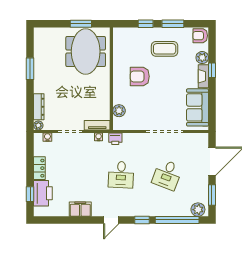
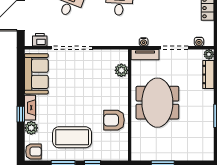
coffee table: (165, 49) -> (72, 137), width x1.36, depth x1.32
meeting table: (86, 51) -> (157, 103), moved
armchair: (140, 76) -> (114, 120), moved, turned 180
printer: (115, 139) -> (40, 40), moved

